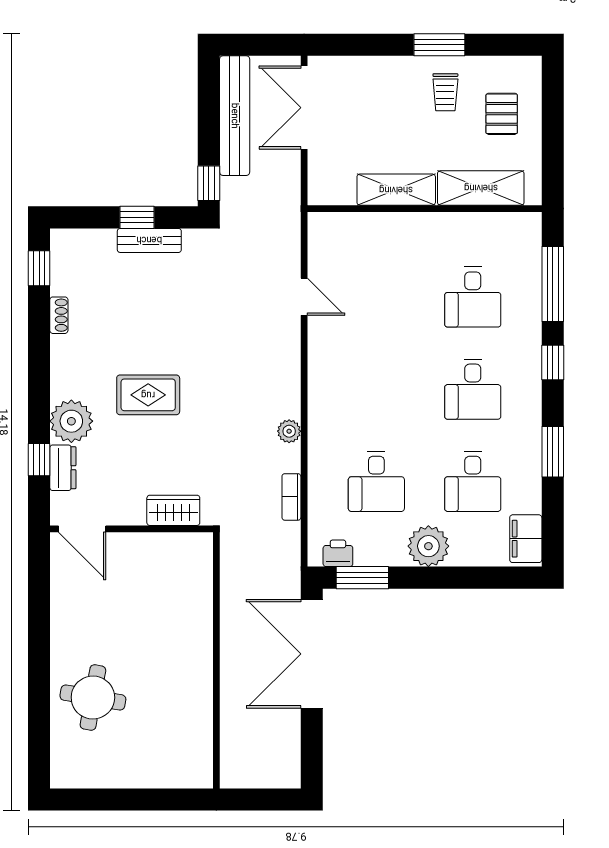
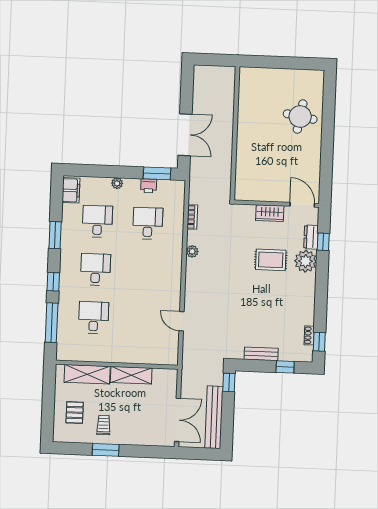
window: (137, 217) -> (285, 367), moved
shoe rack: (59, 315) -> (309, 335), moved
rug: (148, 395) -> (271, 260), moved
wardrobe: (173, 510) -> (270, 213), moved
plant: (428, 546) -> (117, 183), width x0.53, depth x0.53
printer: (338, 553) -> (149, 186), moved
double door: (312, 654) -> (185, 135), width x0.73

